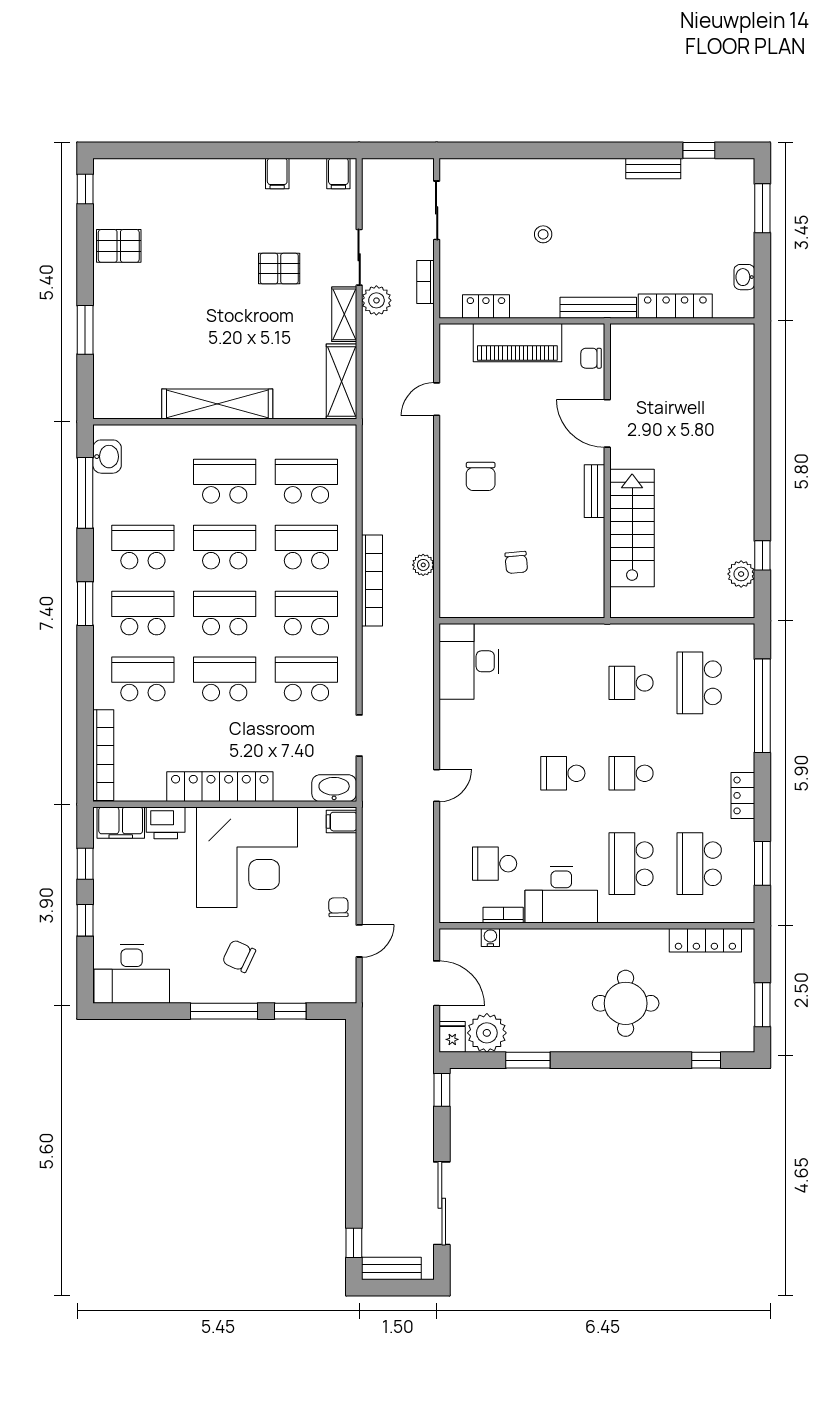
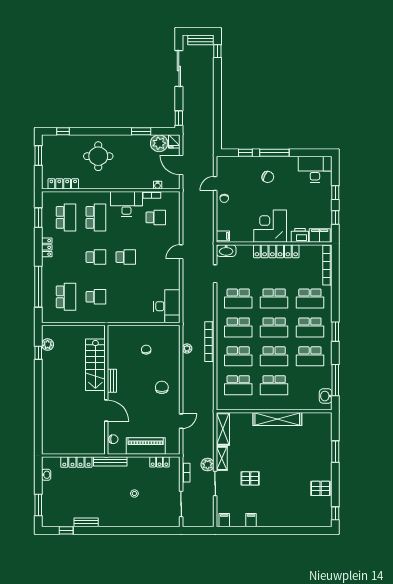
corner desk: (247, 857) -> (270, 226), width x0.74, depth x0.74

